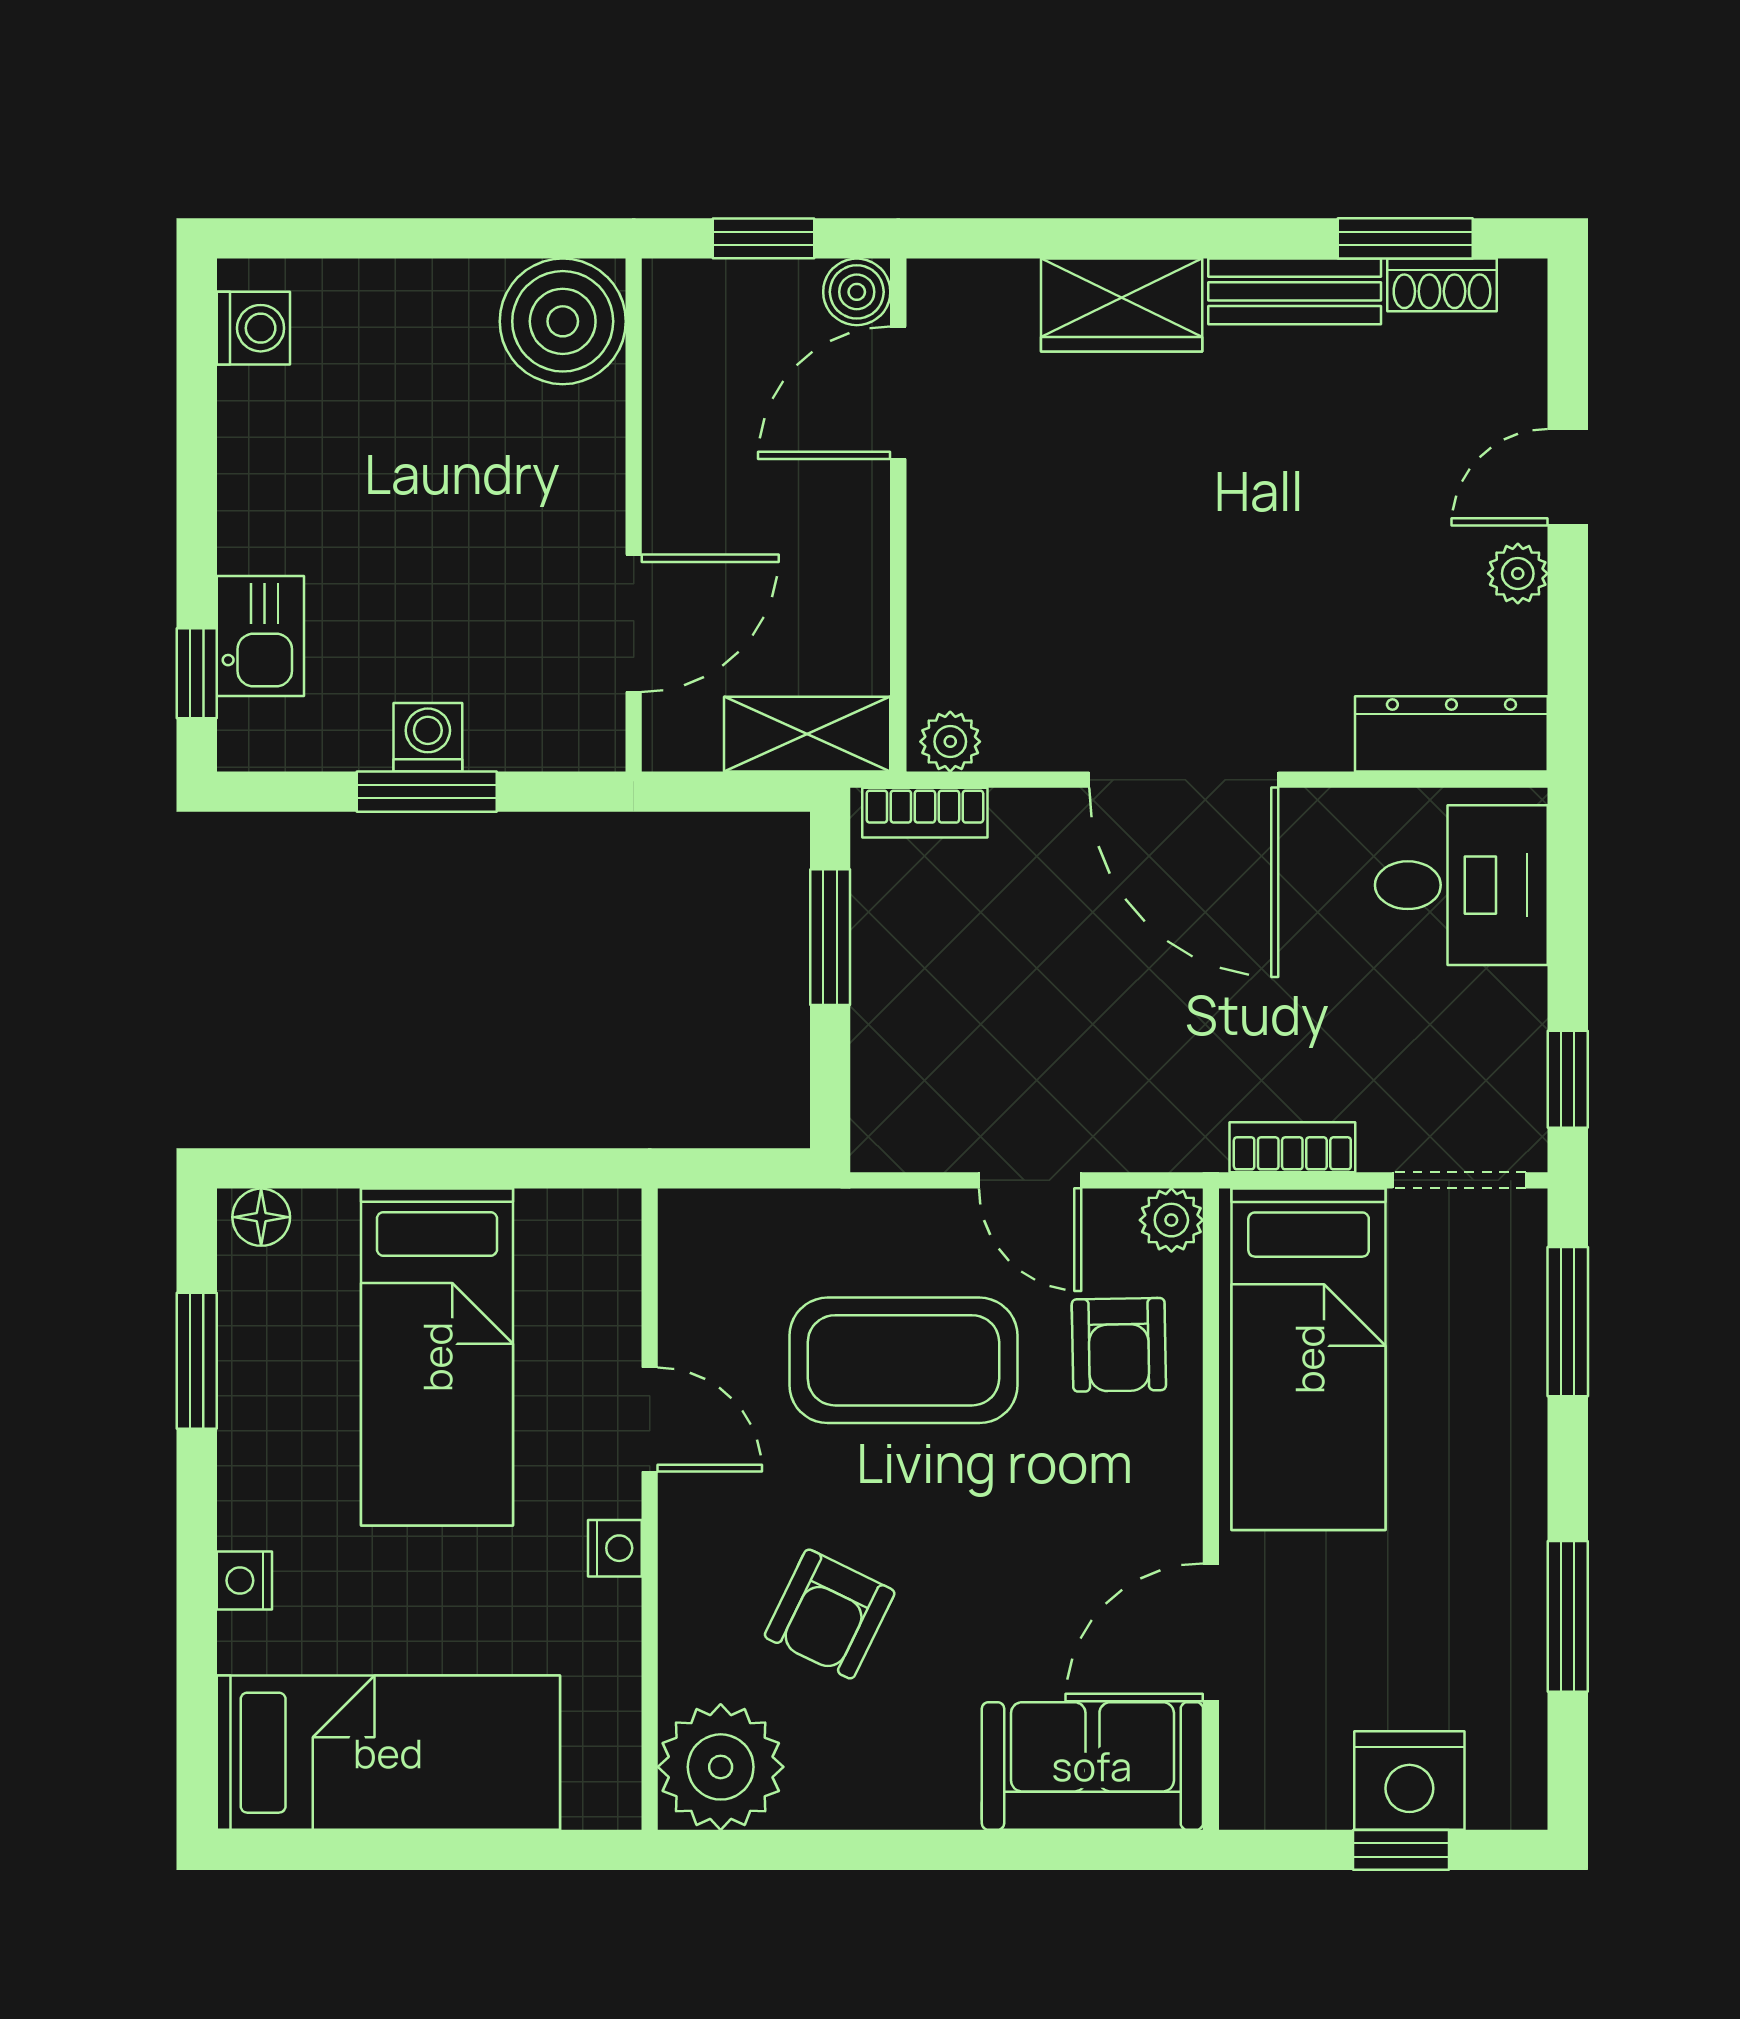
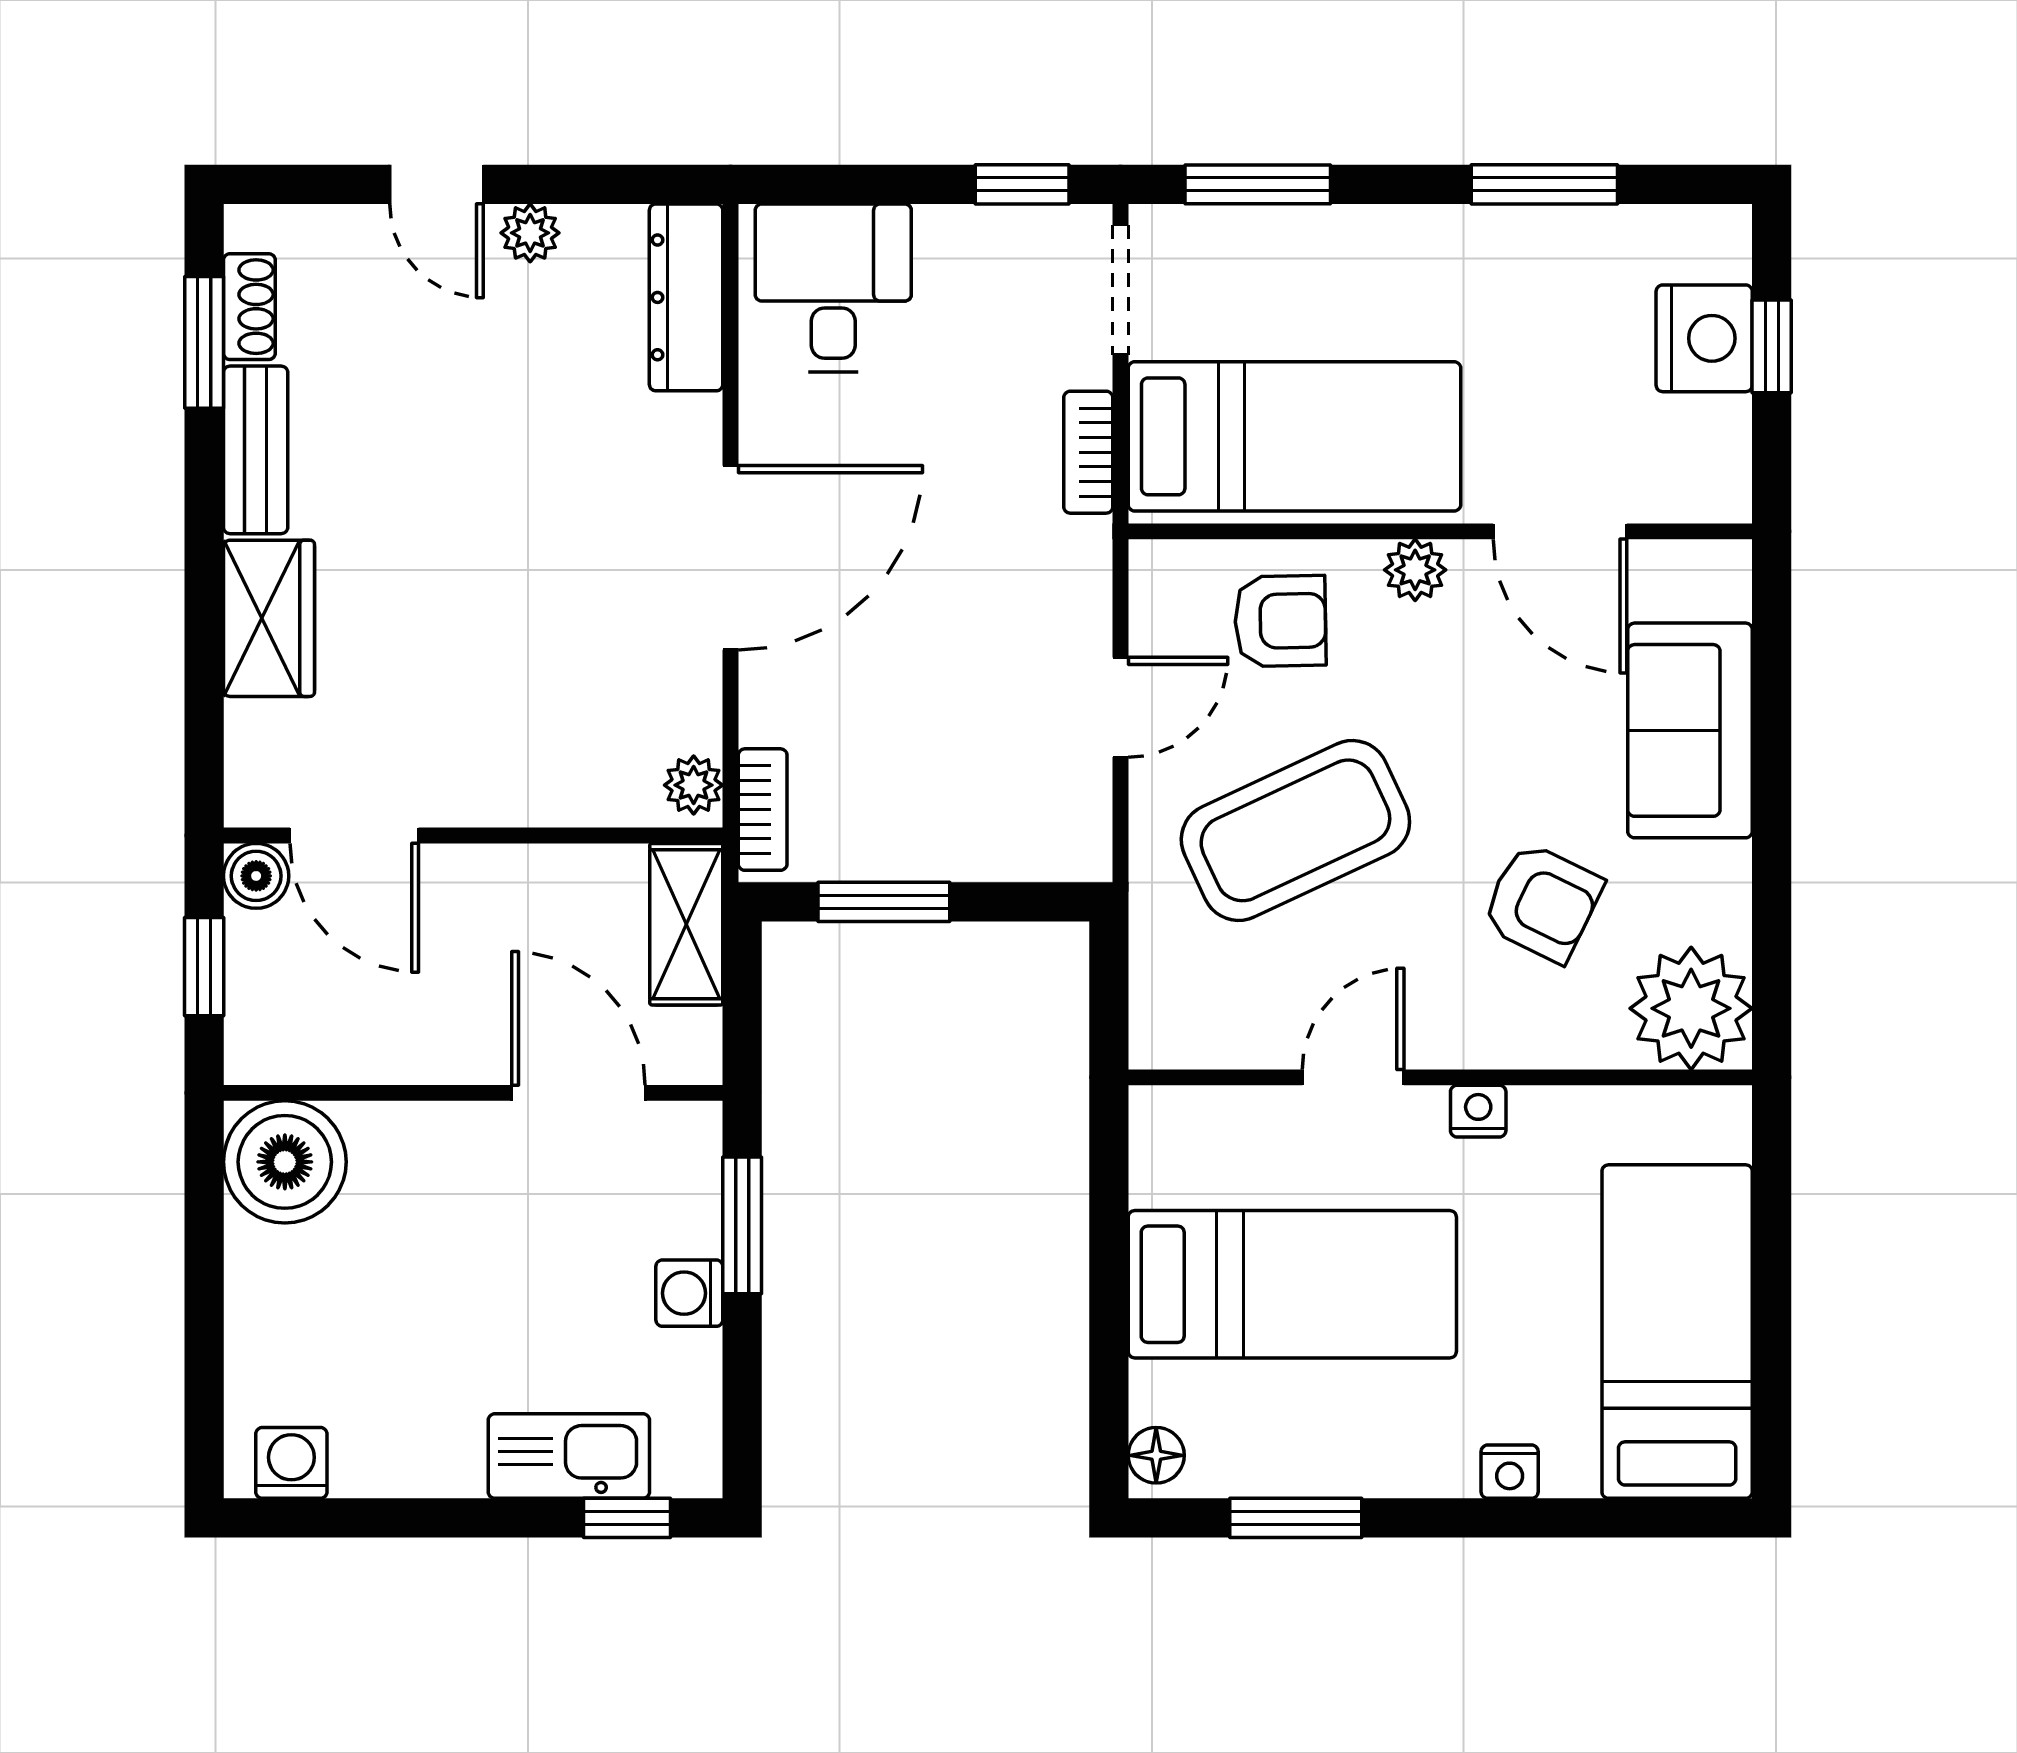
kitchen sink: (260, 636) -> (569, 1456), width x1.38
window: (427, 792) -> (742, 1225), moved
plant: (1171, 1220) -> (1415, 570), moved
coffee table: (903, 1360) -> (1295, 830), turned 65
sofa: (1092, 1766) -> (1690, 730), moved

